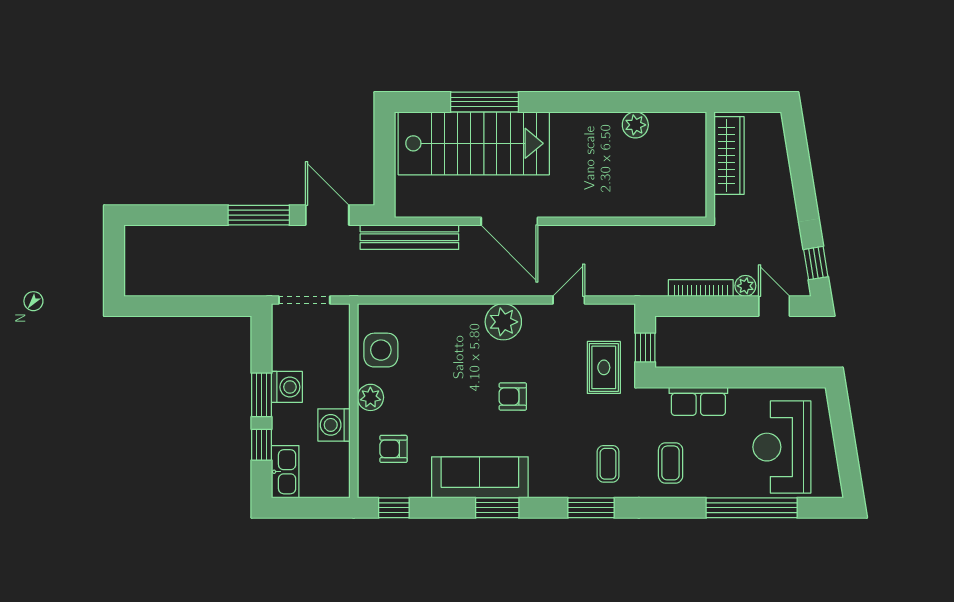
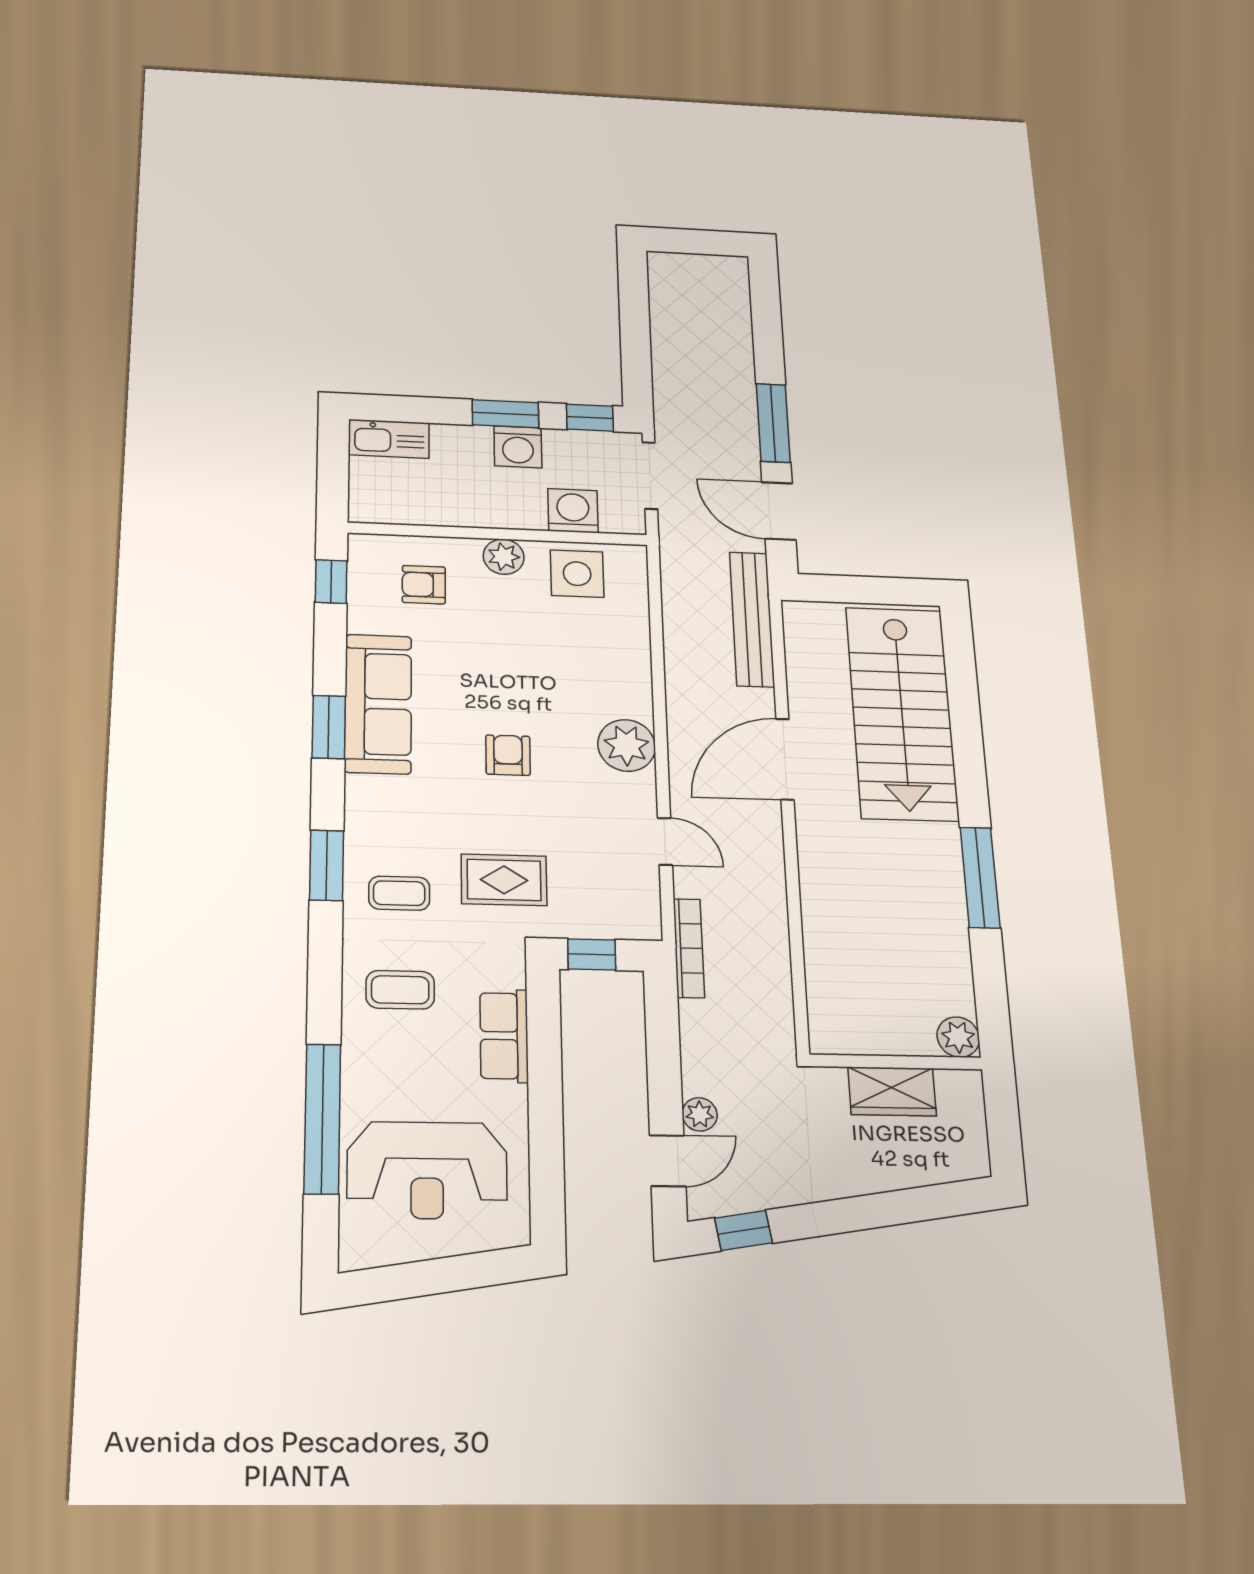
window: (485, 102) -> (980, 877), moved
plant: (635, 125) -> (958, 1037), moved
wardrobe: (729, 155) -> (892, 1091), width x0.67
door: (327, 215) -> (779, 511), swing flipped
bookcase: (701, 288) -> (689, 948), moved
rug: (604, 367) -> (504, 880), moved
washing machine: (334, 425) -> (573, 511), moved
window: (261, 445) -> (590, 418), moved
reception desk: (782, 447) -> (427, 1170), turned 180
armchair: (393, 449) -> (424, 585), turned -90

